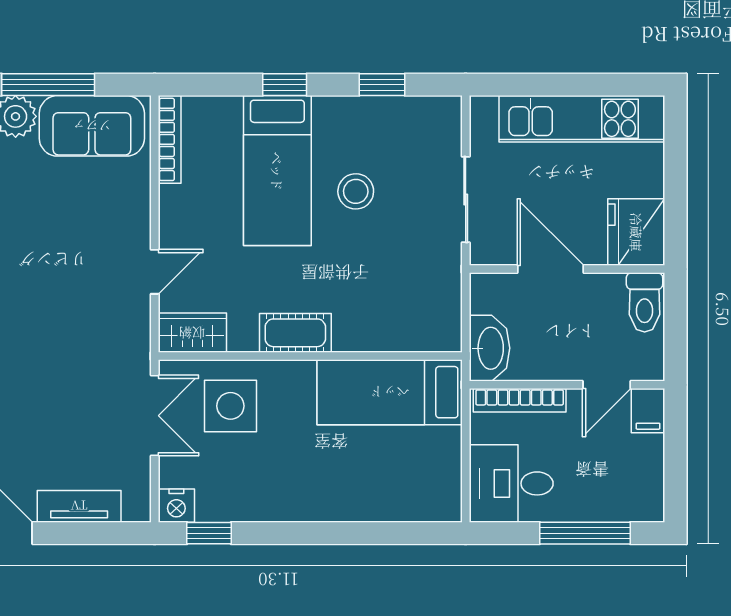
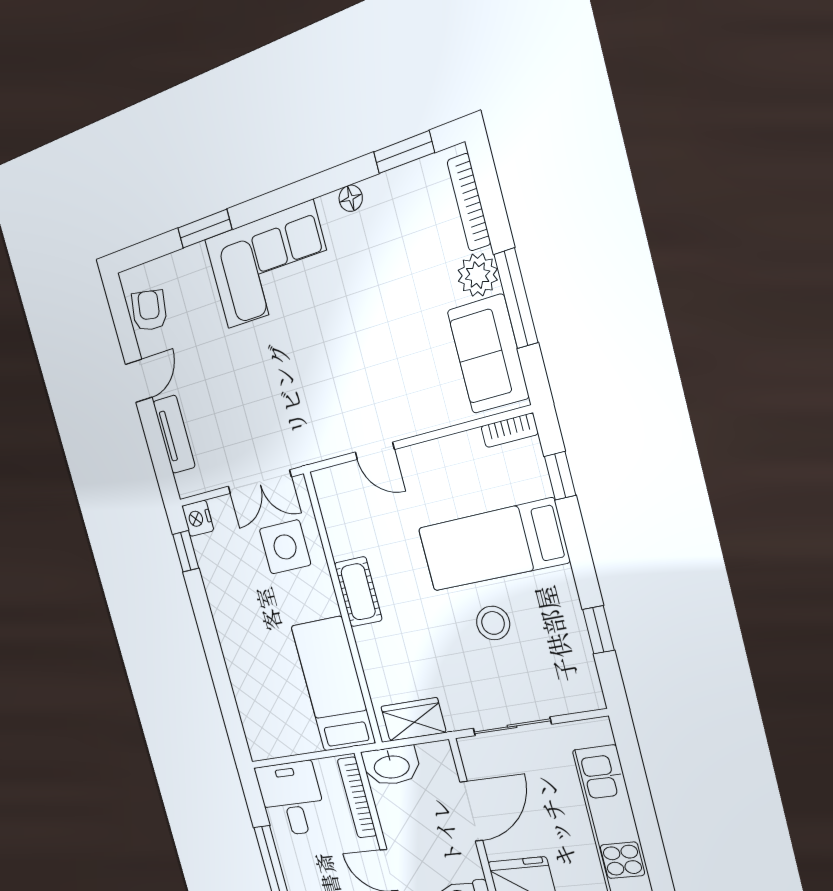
window: (285, 85) -> (560, 476), moved
bookcase: (170, 139) -> (510, 430), width x0.64
wardrobe: (192, 333) -> (413, 719), moved, turned -90

